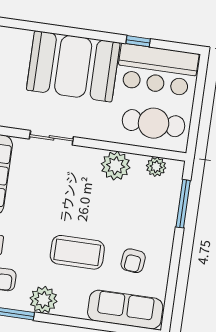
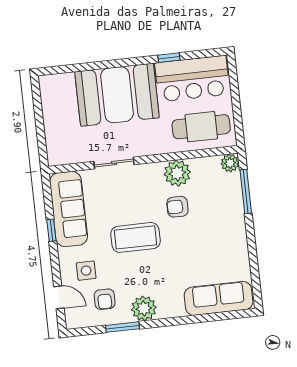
plant: (156, 167) -> (230, 163), moved
coffee table: (77, 252) -> (135, 237), moved
armchair: (133, 261) -> (177, 207), moved, turned 84

